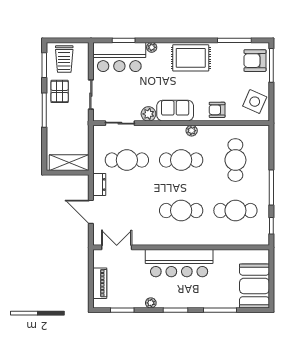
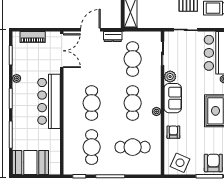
double door: (117, 247) -> (62, 51), width x1.37

